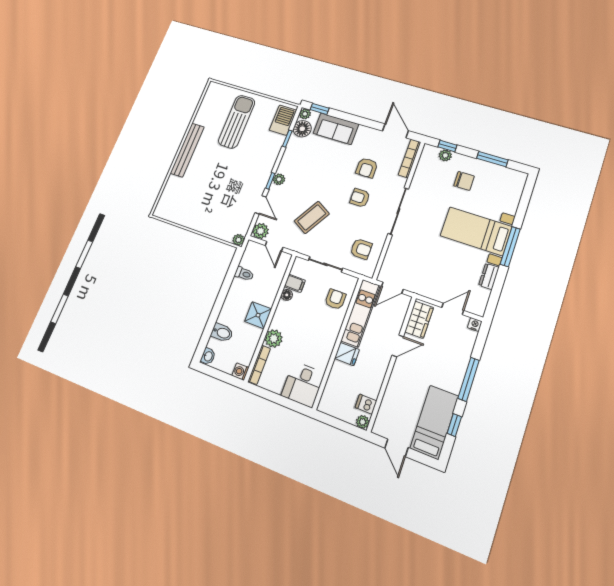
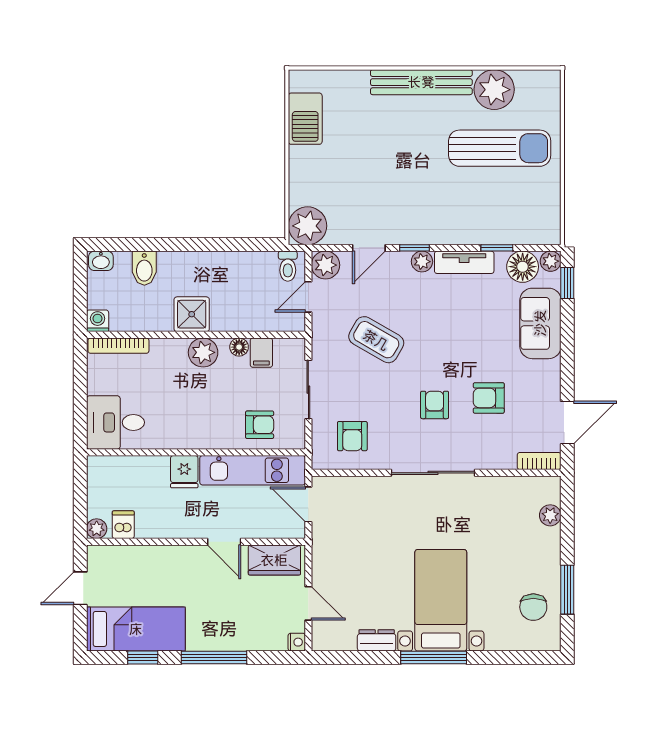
plant: (206, 115) -> (494, 90), added
barbecue: (283, 120) -> (305, 119), moved, turned 90
window: (447, 146) -> (567, 513), removed
tv unit: (288, 158) -> (464, 262), added
bookcase: (410, 158) -> (539, 461), width x0.64
chair: (464, 181) -> (533, 607), moved
plant: (239, 240) -> (308, 226), width x1.88, depth x1.88
toilet: (244, 274) -> (288, 266), moved
plant: (274, 339) -> (203, 352), moved

